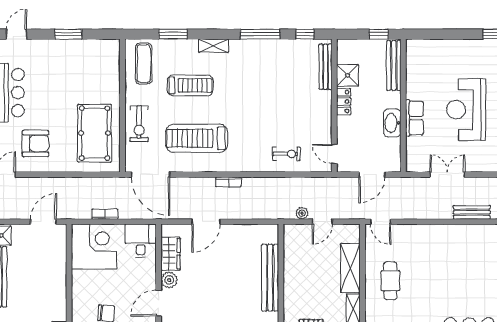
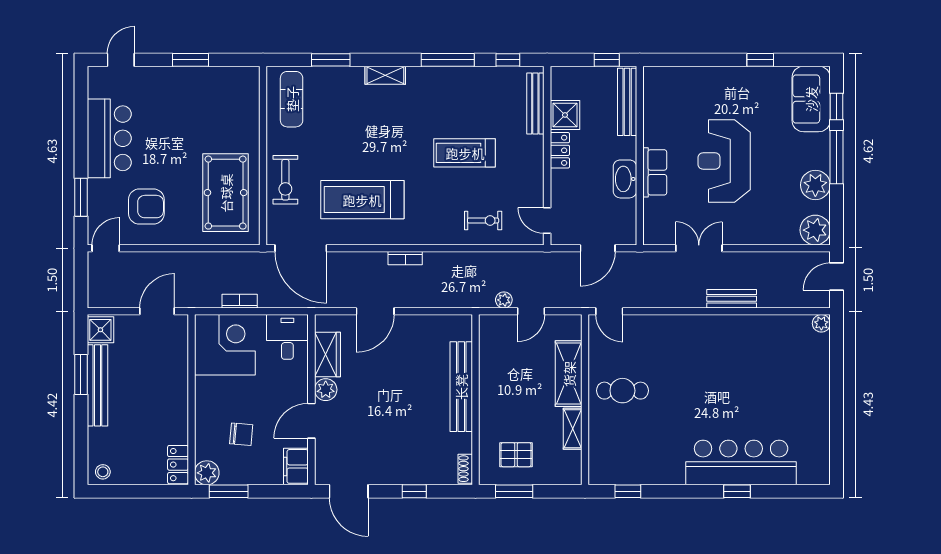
treadmill: (190, 85) -> (465, 153), moved, turned 180
cafe table: (390, 281) -> (622, 391), turned 90

